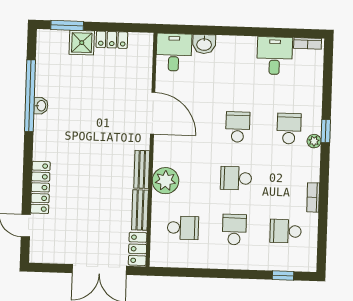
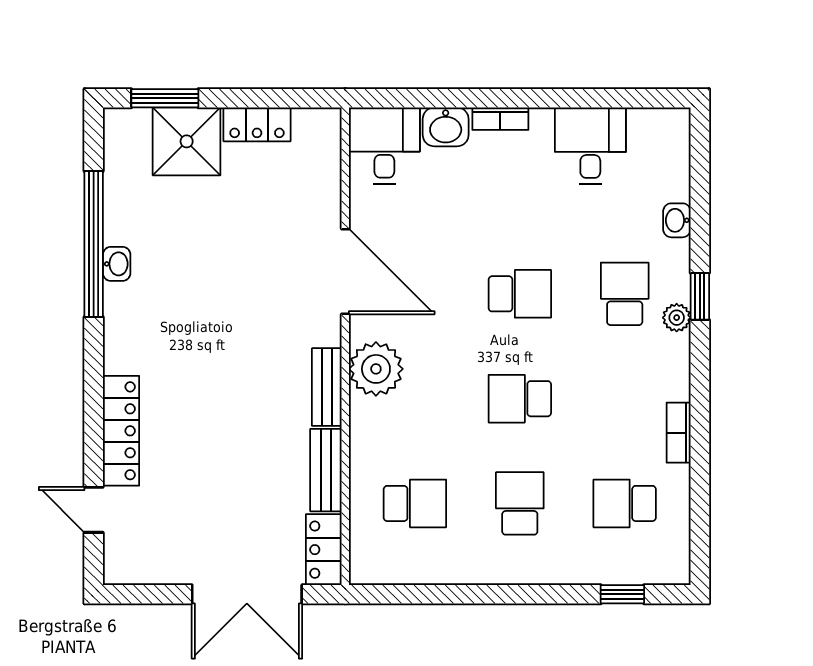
shower: (82, 43) -> (187, 141), width x1.36, depth x1.36
bookcase: (308, 43) -> (500, 119), moved
washbasin: (316, 93) -> (677, 220), added
school desk: (238, 127) -> (520, 294), turned 90
plant: (165, 181) -> (376, 369), moved

